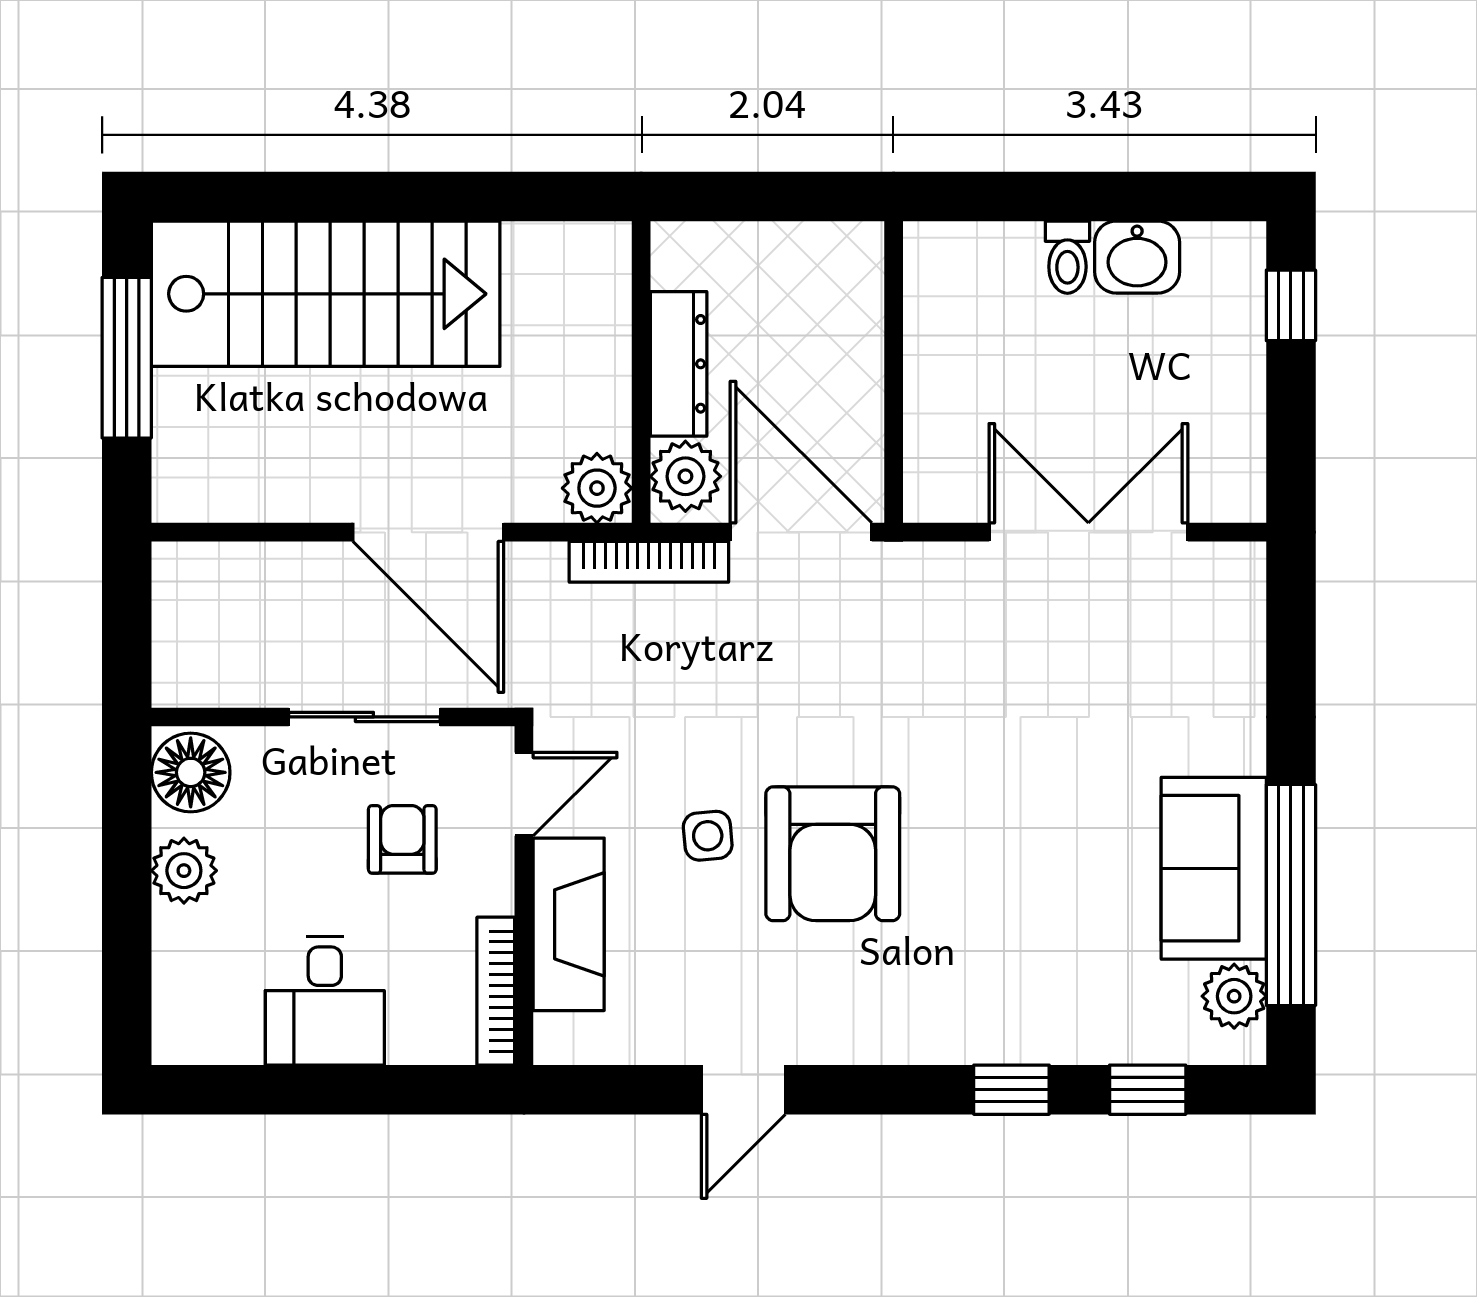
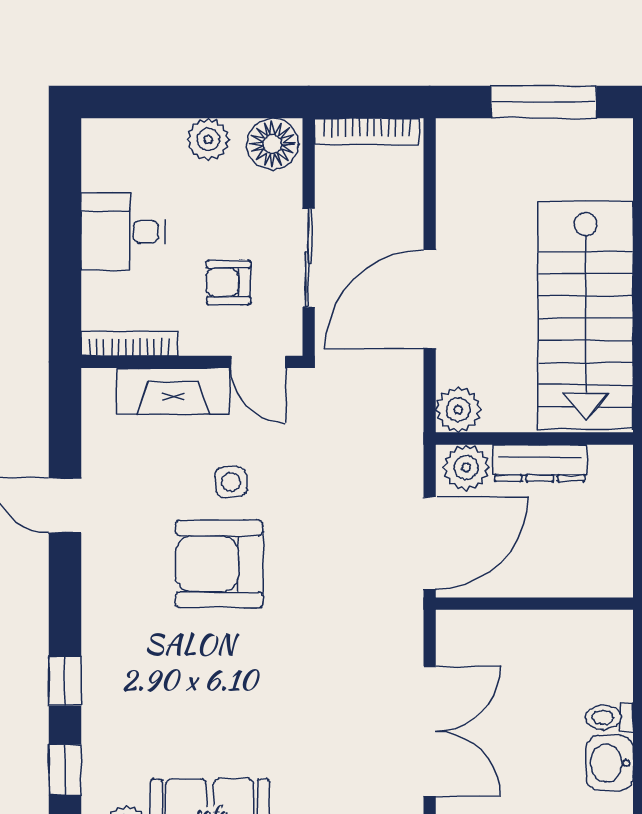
stairs: (326, 294) -> (586, 315), moved
bookcase: (649, 562) -> (367, 132), moved, turned -90
armchair: (402, 839) -> (229, 282), turned 180

